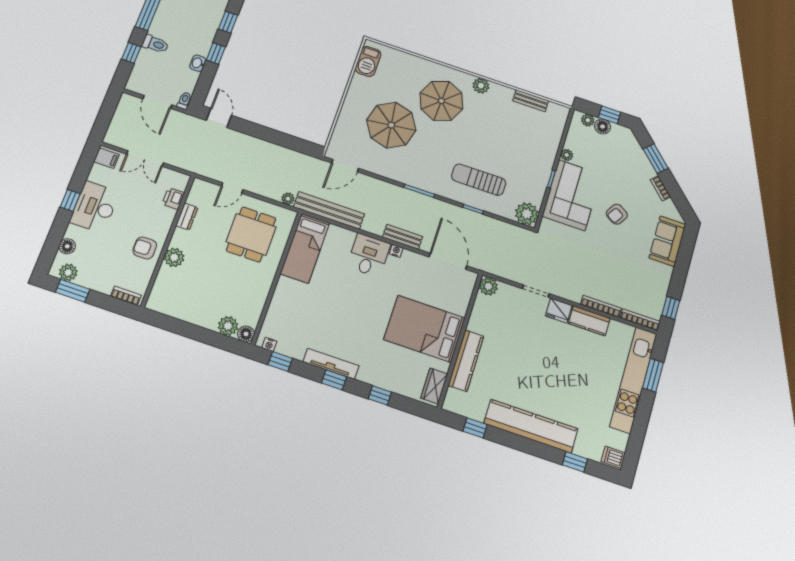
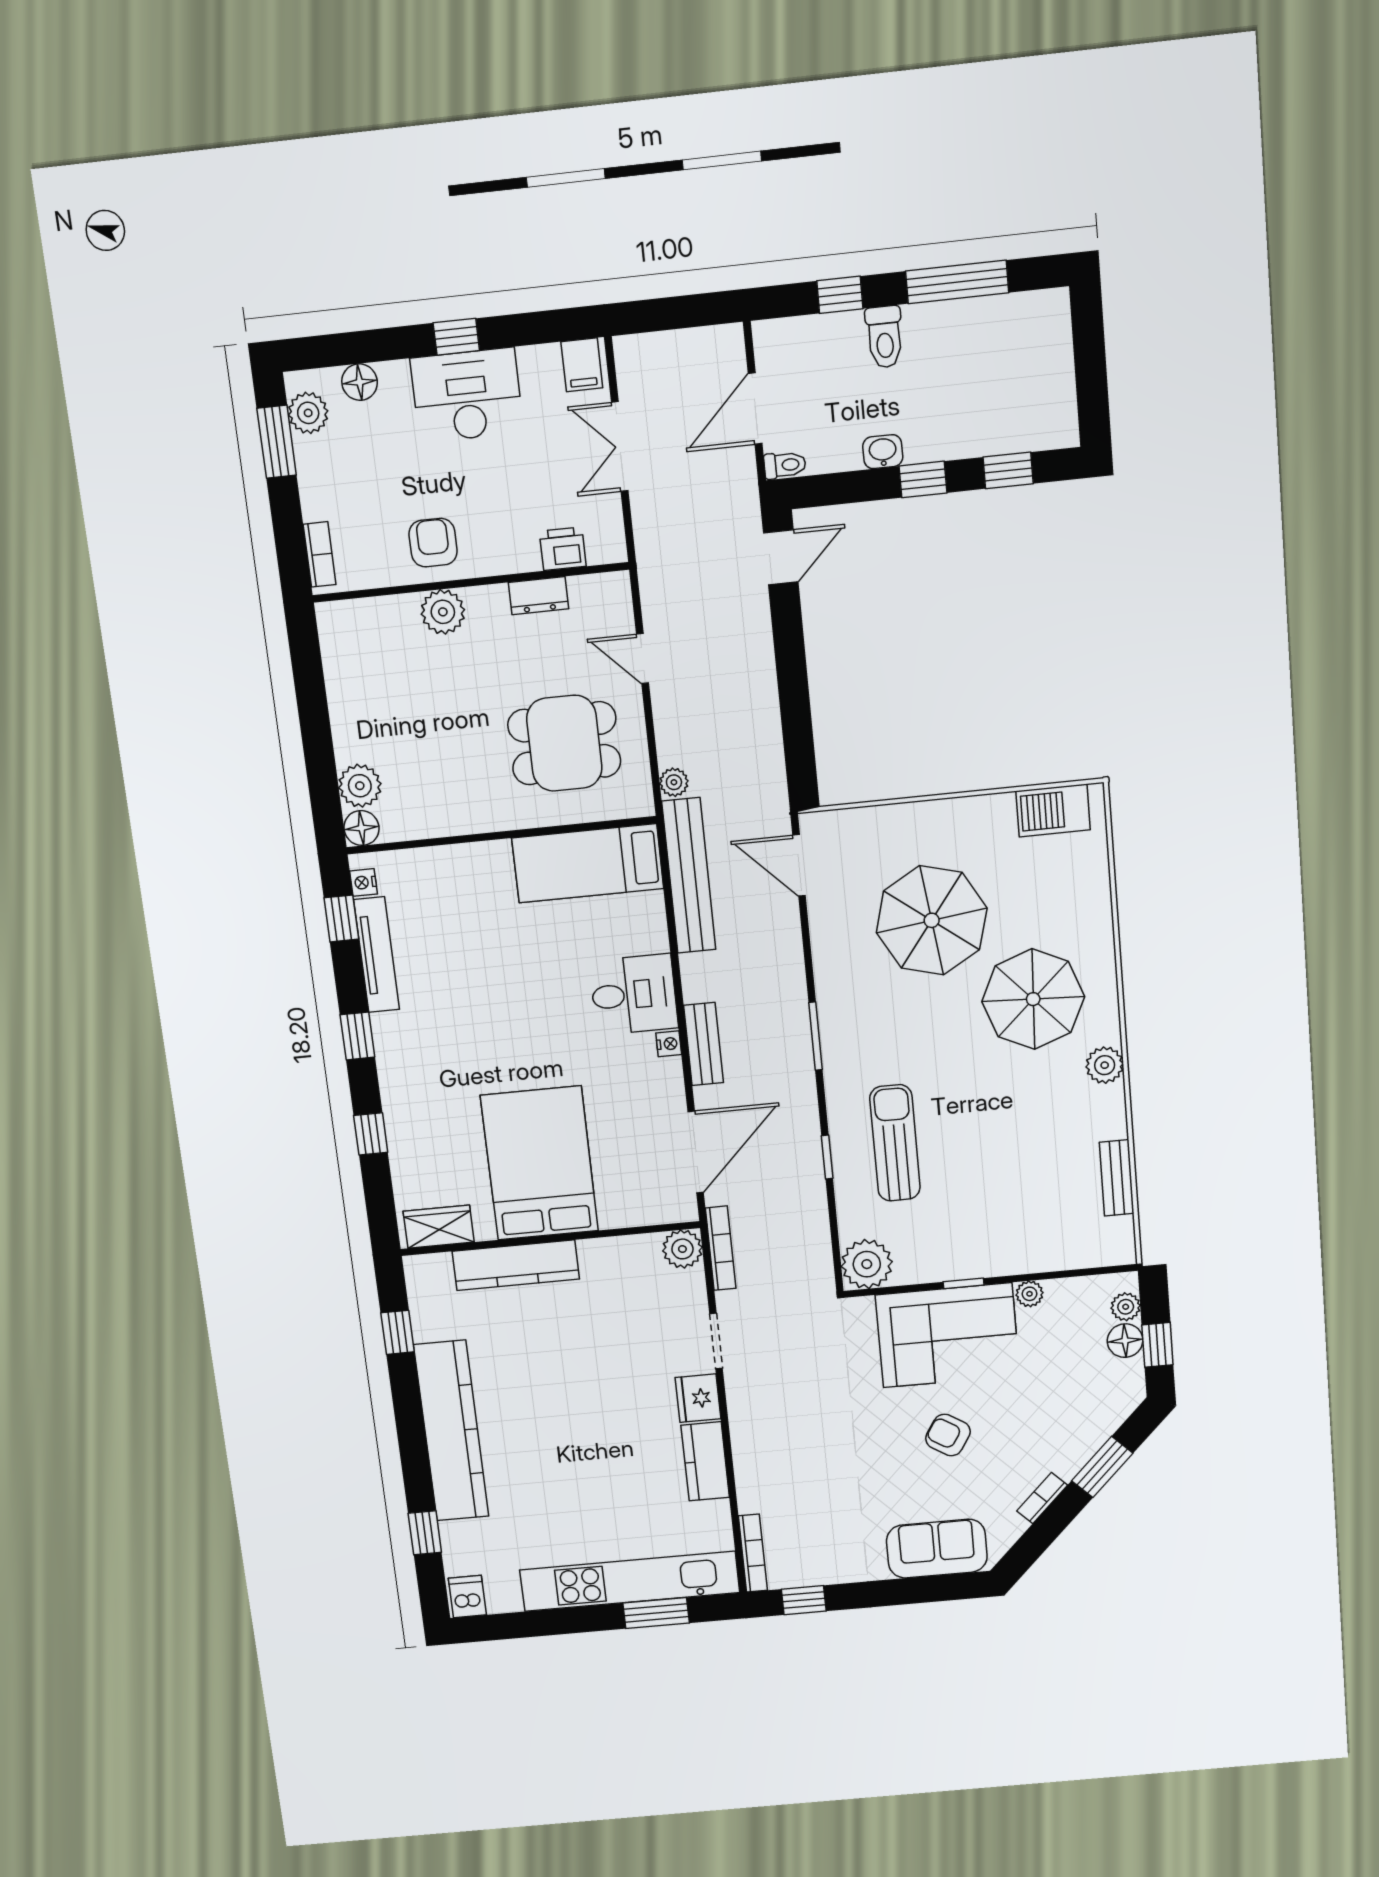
bookcase: (601, 306) -> (721, 1248), moved
tv unit: (331, 364) -> (377, 955), moved

